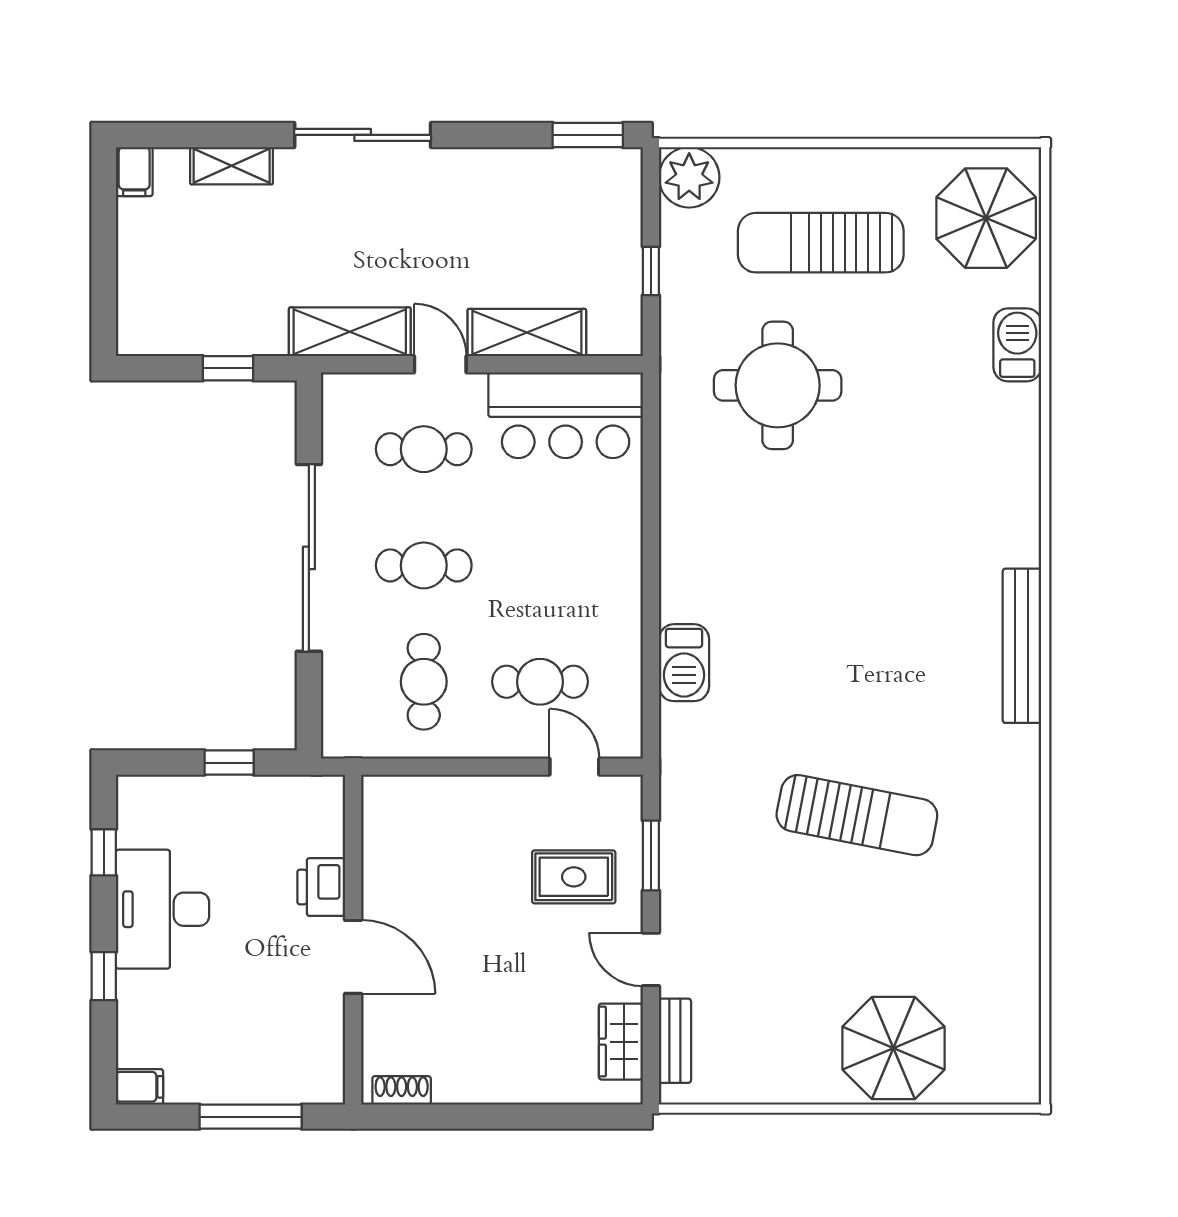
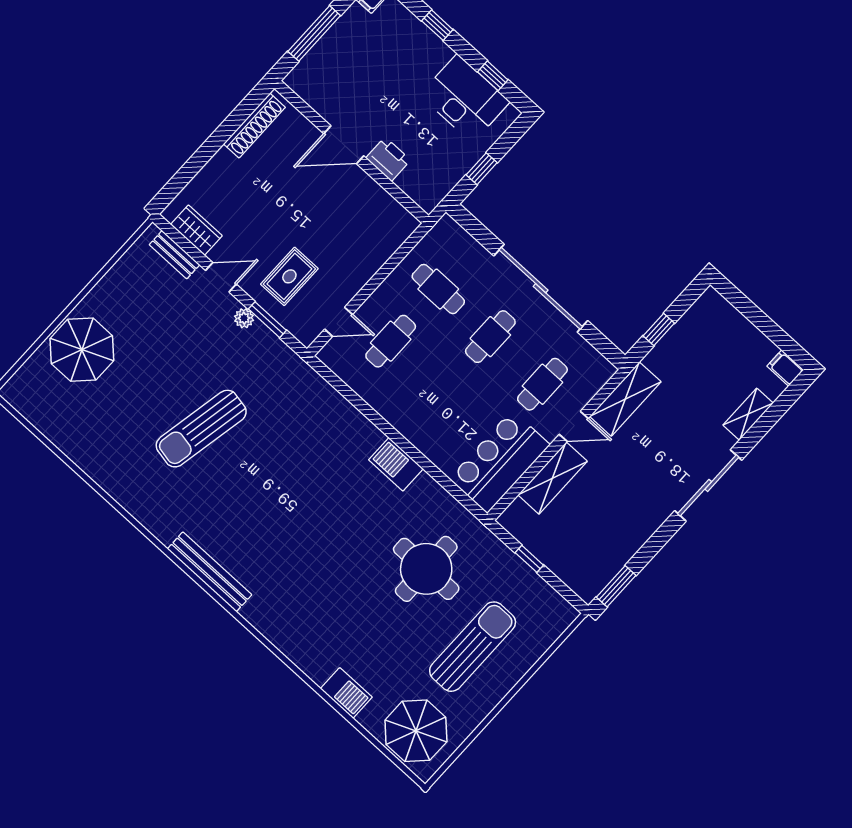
plant: (689, 177) -> (244, 318), moved, width x0.53, depth x0.53
barbecue: (684, 663) -> (396, 464), moved
desk: (162, 909) -> (465, 98), moved
shoe rack: (402, 1090) -> (254, 126), width x1.94, depth x1.24

